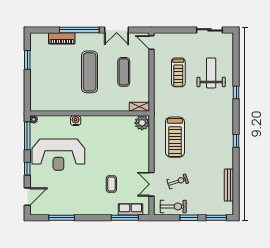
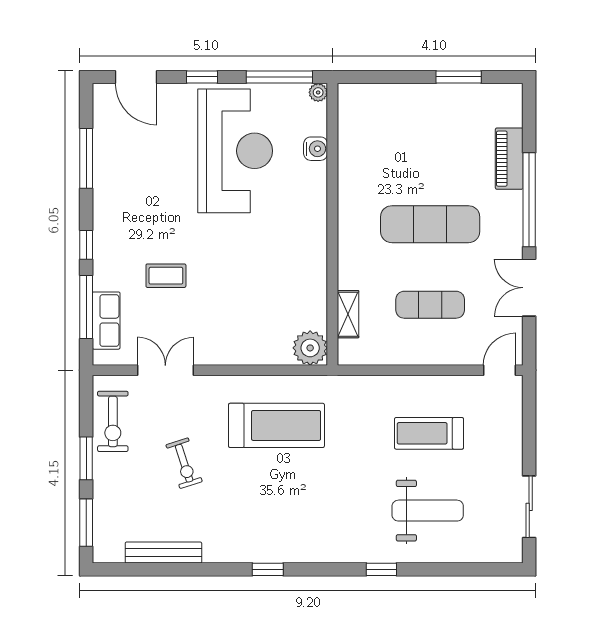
shelving: (139, 107) -> (348, 314), moved
water cooler: (76, 120) -> (316, 149), moved
treadmill: (175, 137) -> (276, 425), turned 180
reception desk: (58, 155) -> (235, 151), turned 180
exercise bike: (178, 181) -> (184, 463), moved
window: (98, 218) -> (86, 245), added

